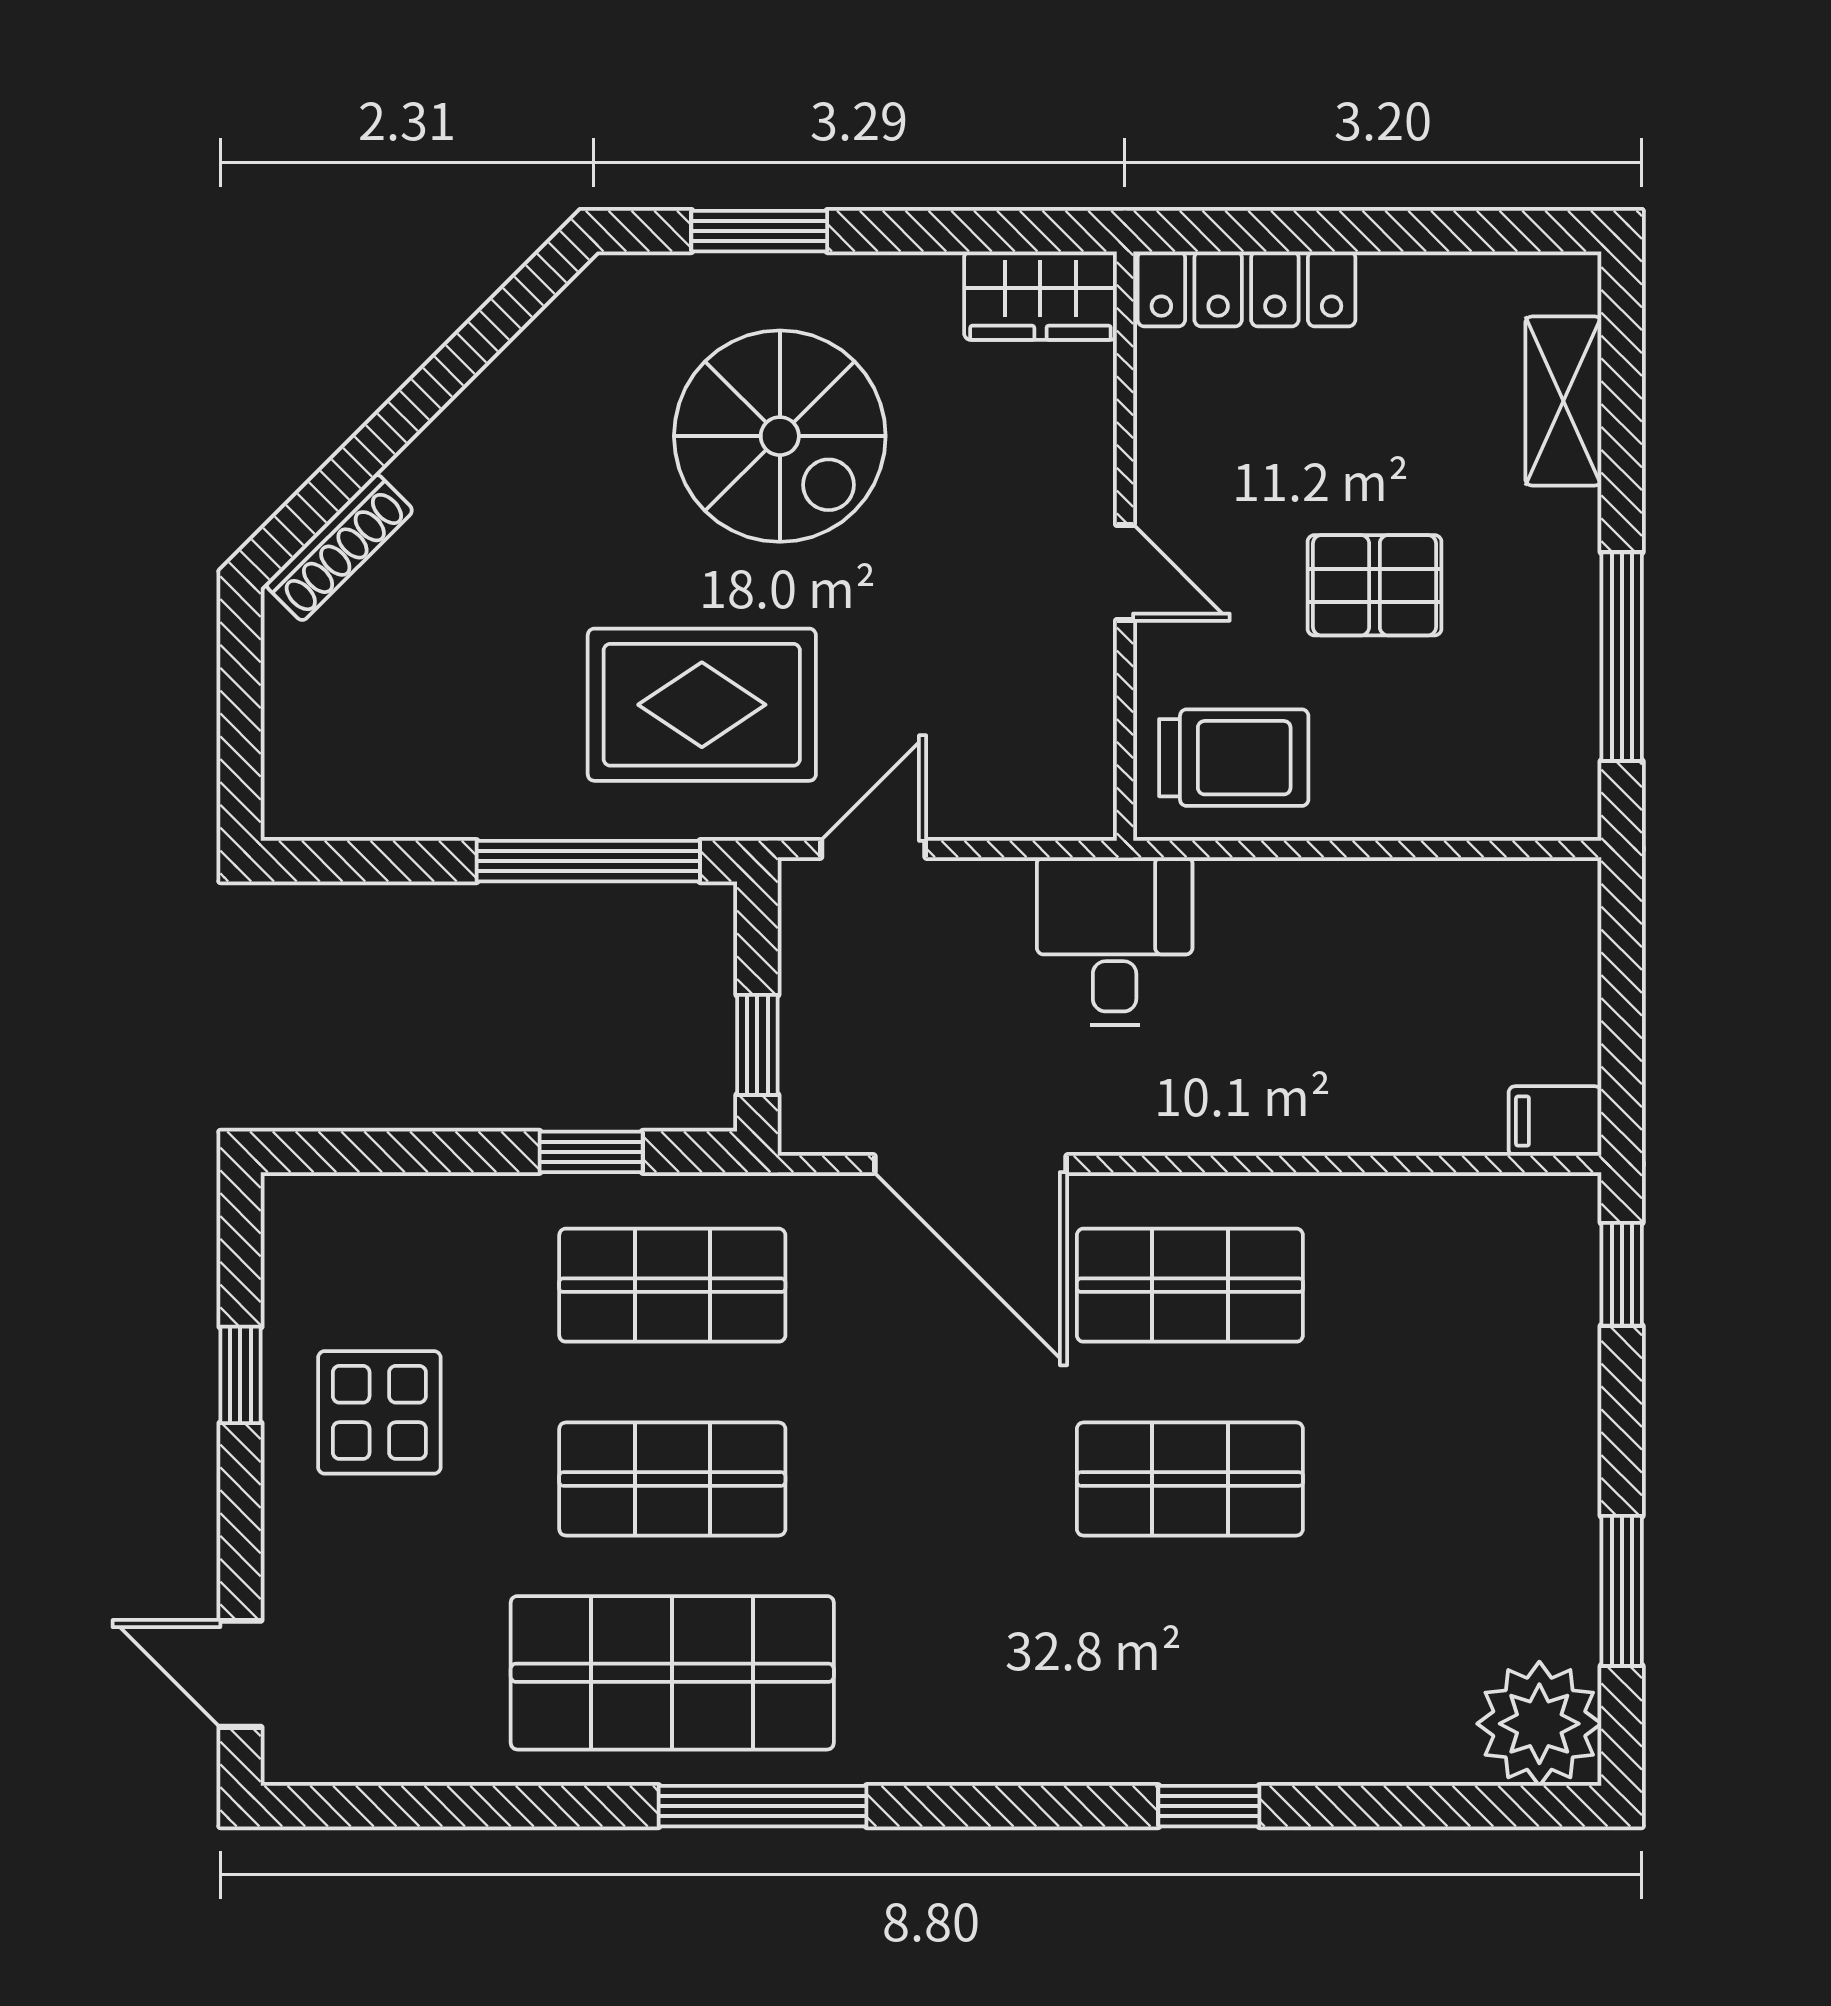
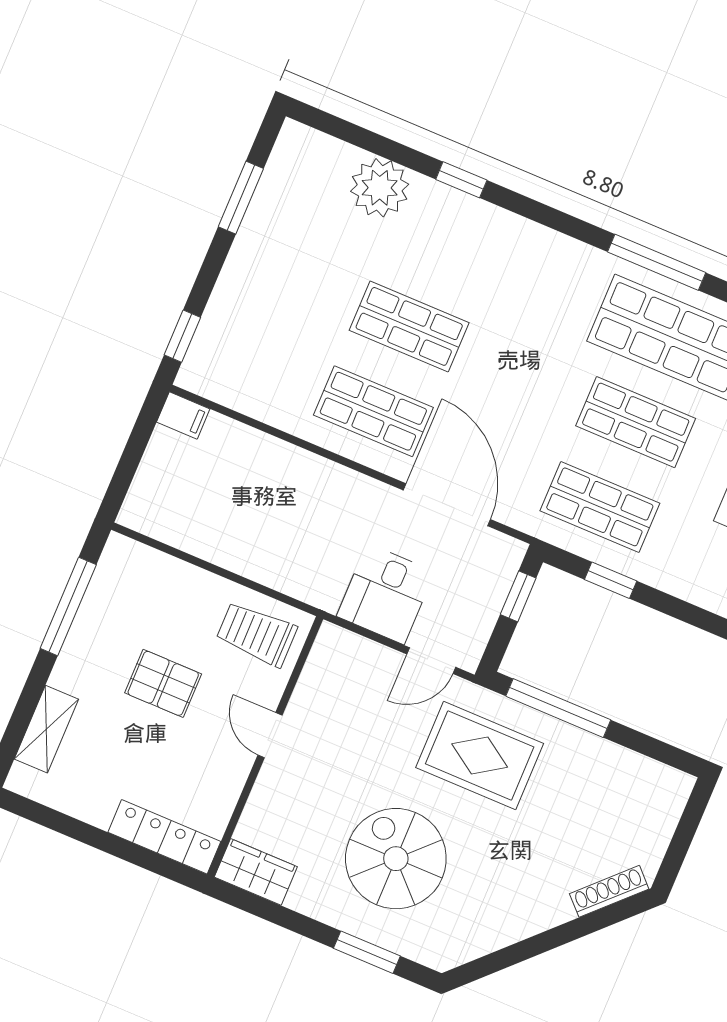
desk: (1115, 941) -> (386, 594), moved
plant: (1539, 1724) -> (380, 188), moved

